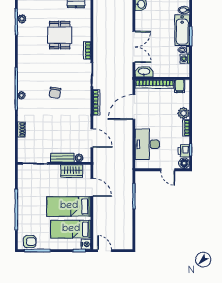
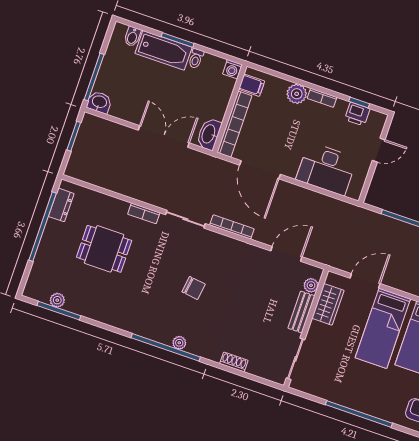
washing machine: (185, 59) -> (232, 69), moved
floor lamp: (184, 163) -> (377, 120), removed

